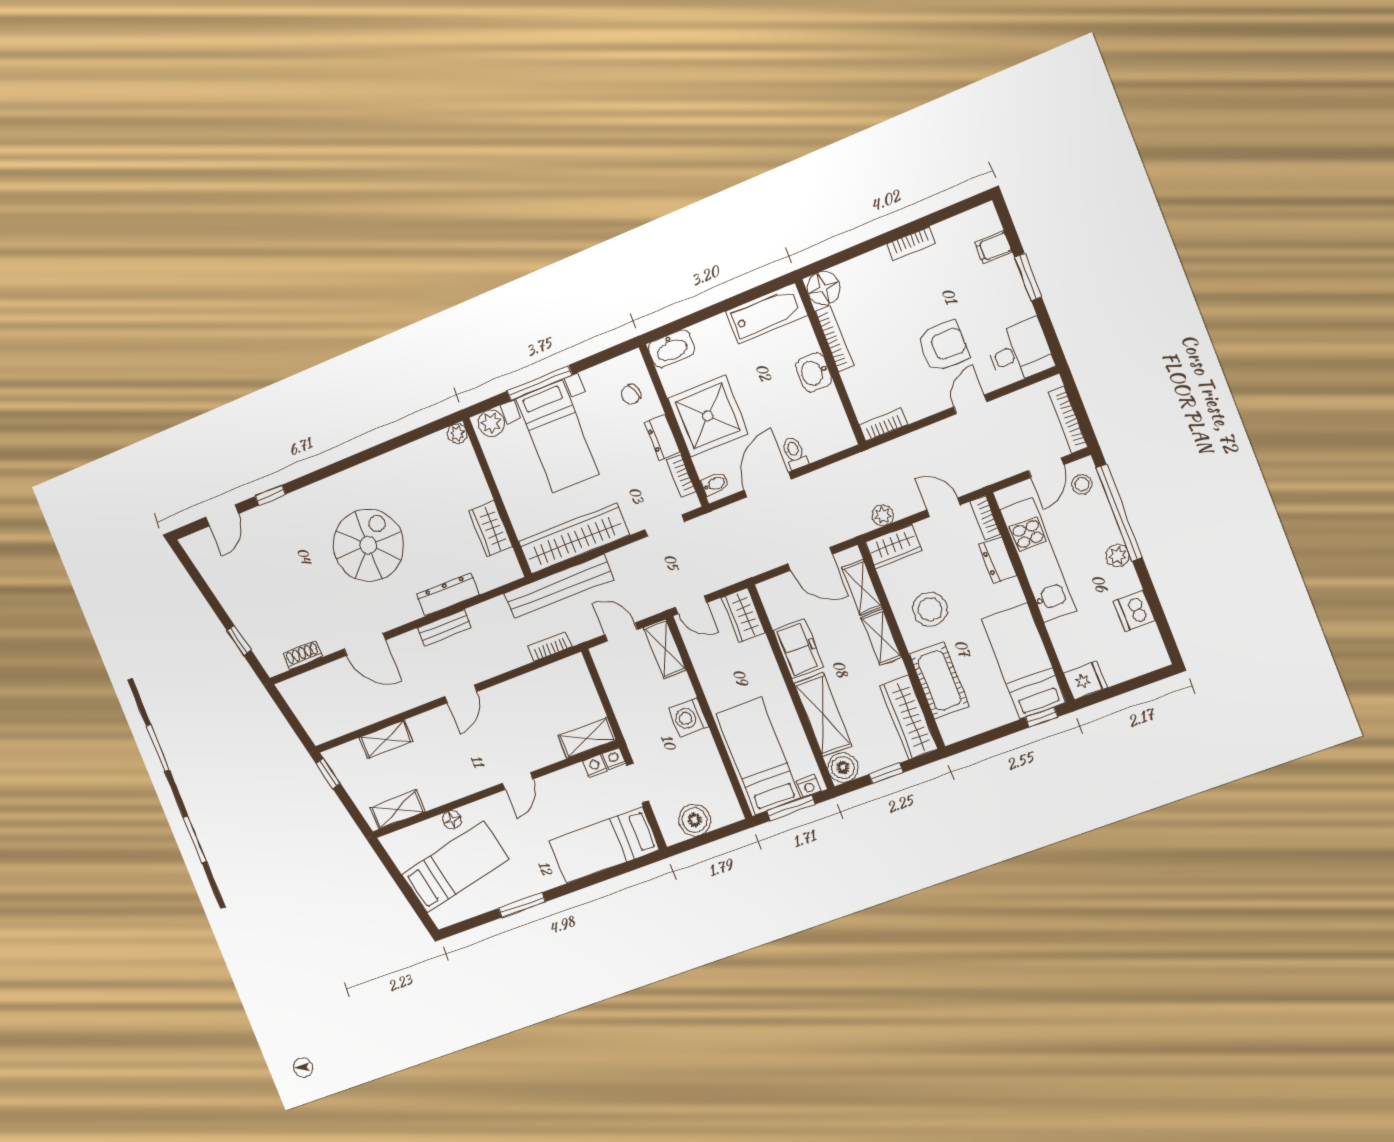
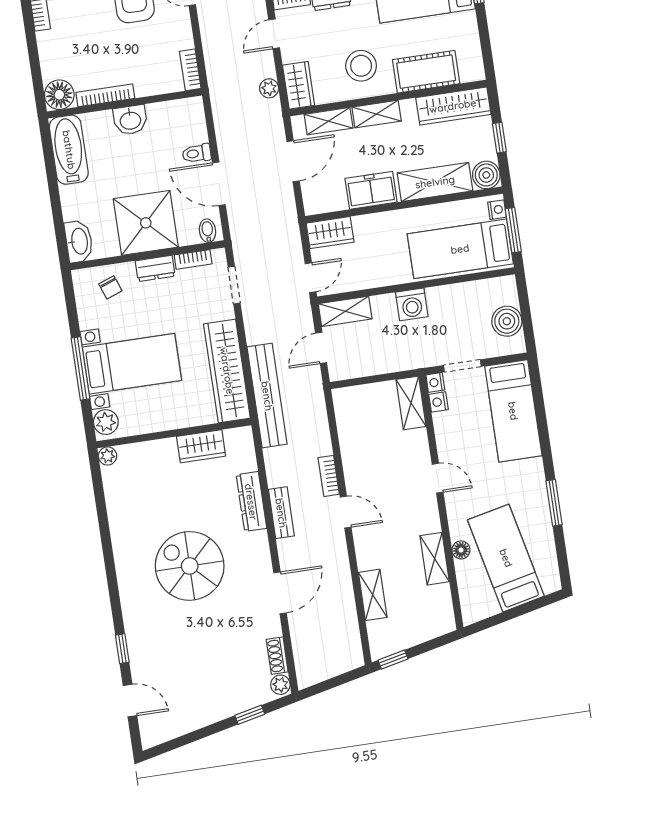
bookcase: (550, 646) -> (329, 476), moved
plant: (276, 665) -> (280, 685), added
shelving: (397, 810) -> (435, 559), moved

